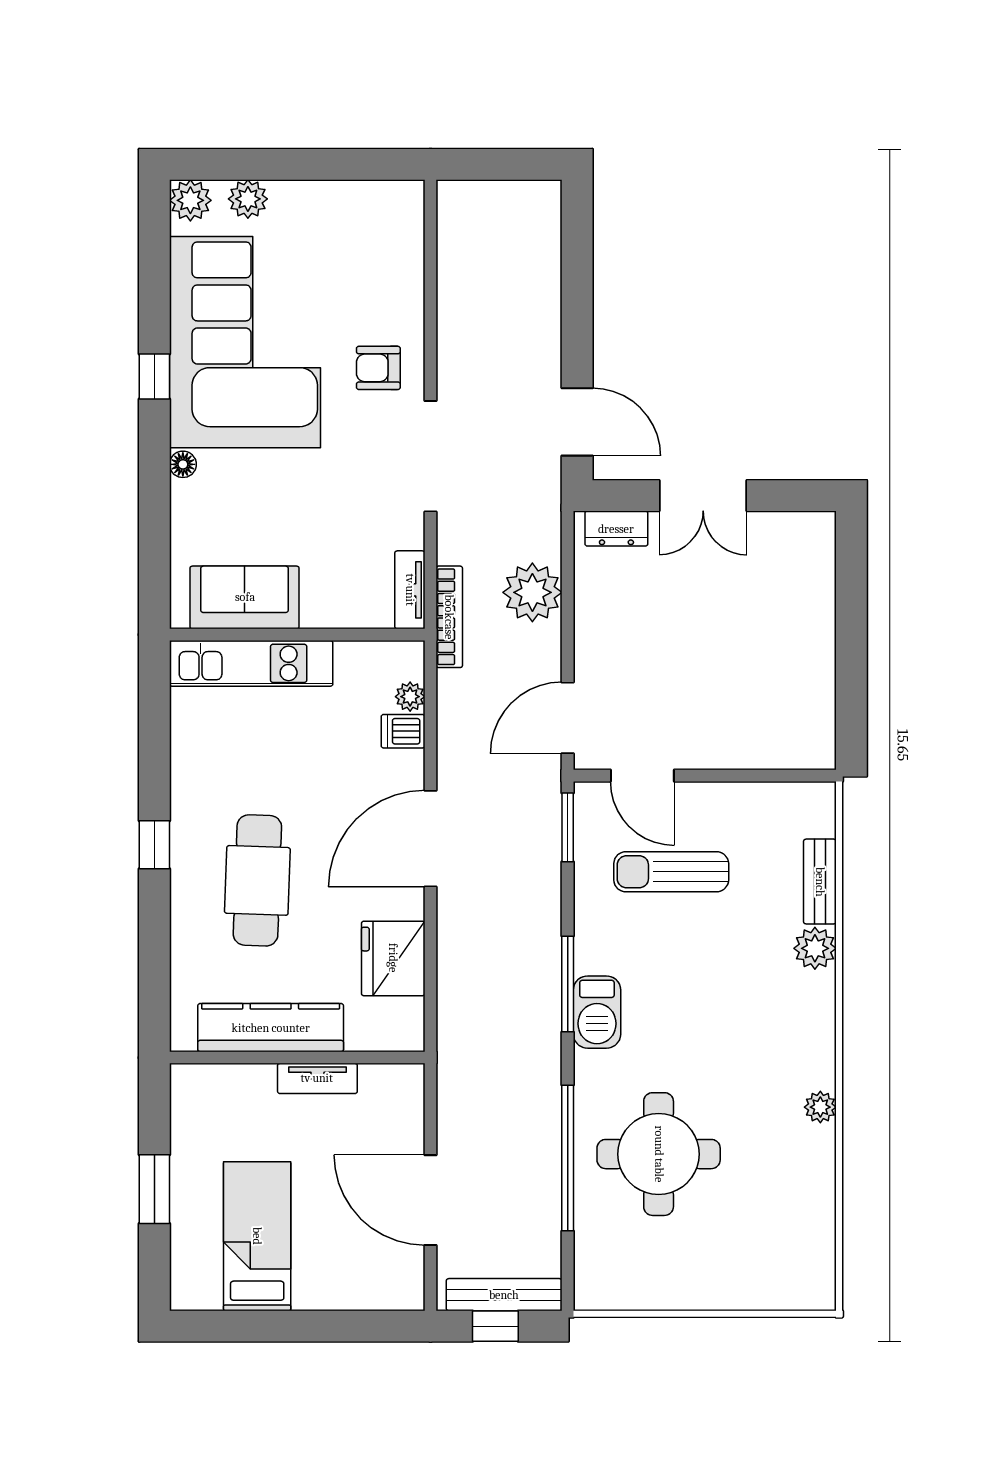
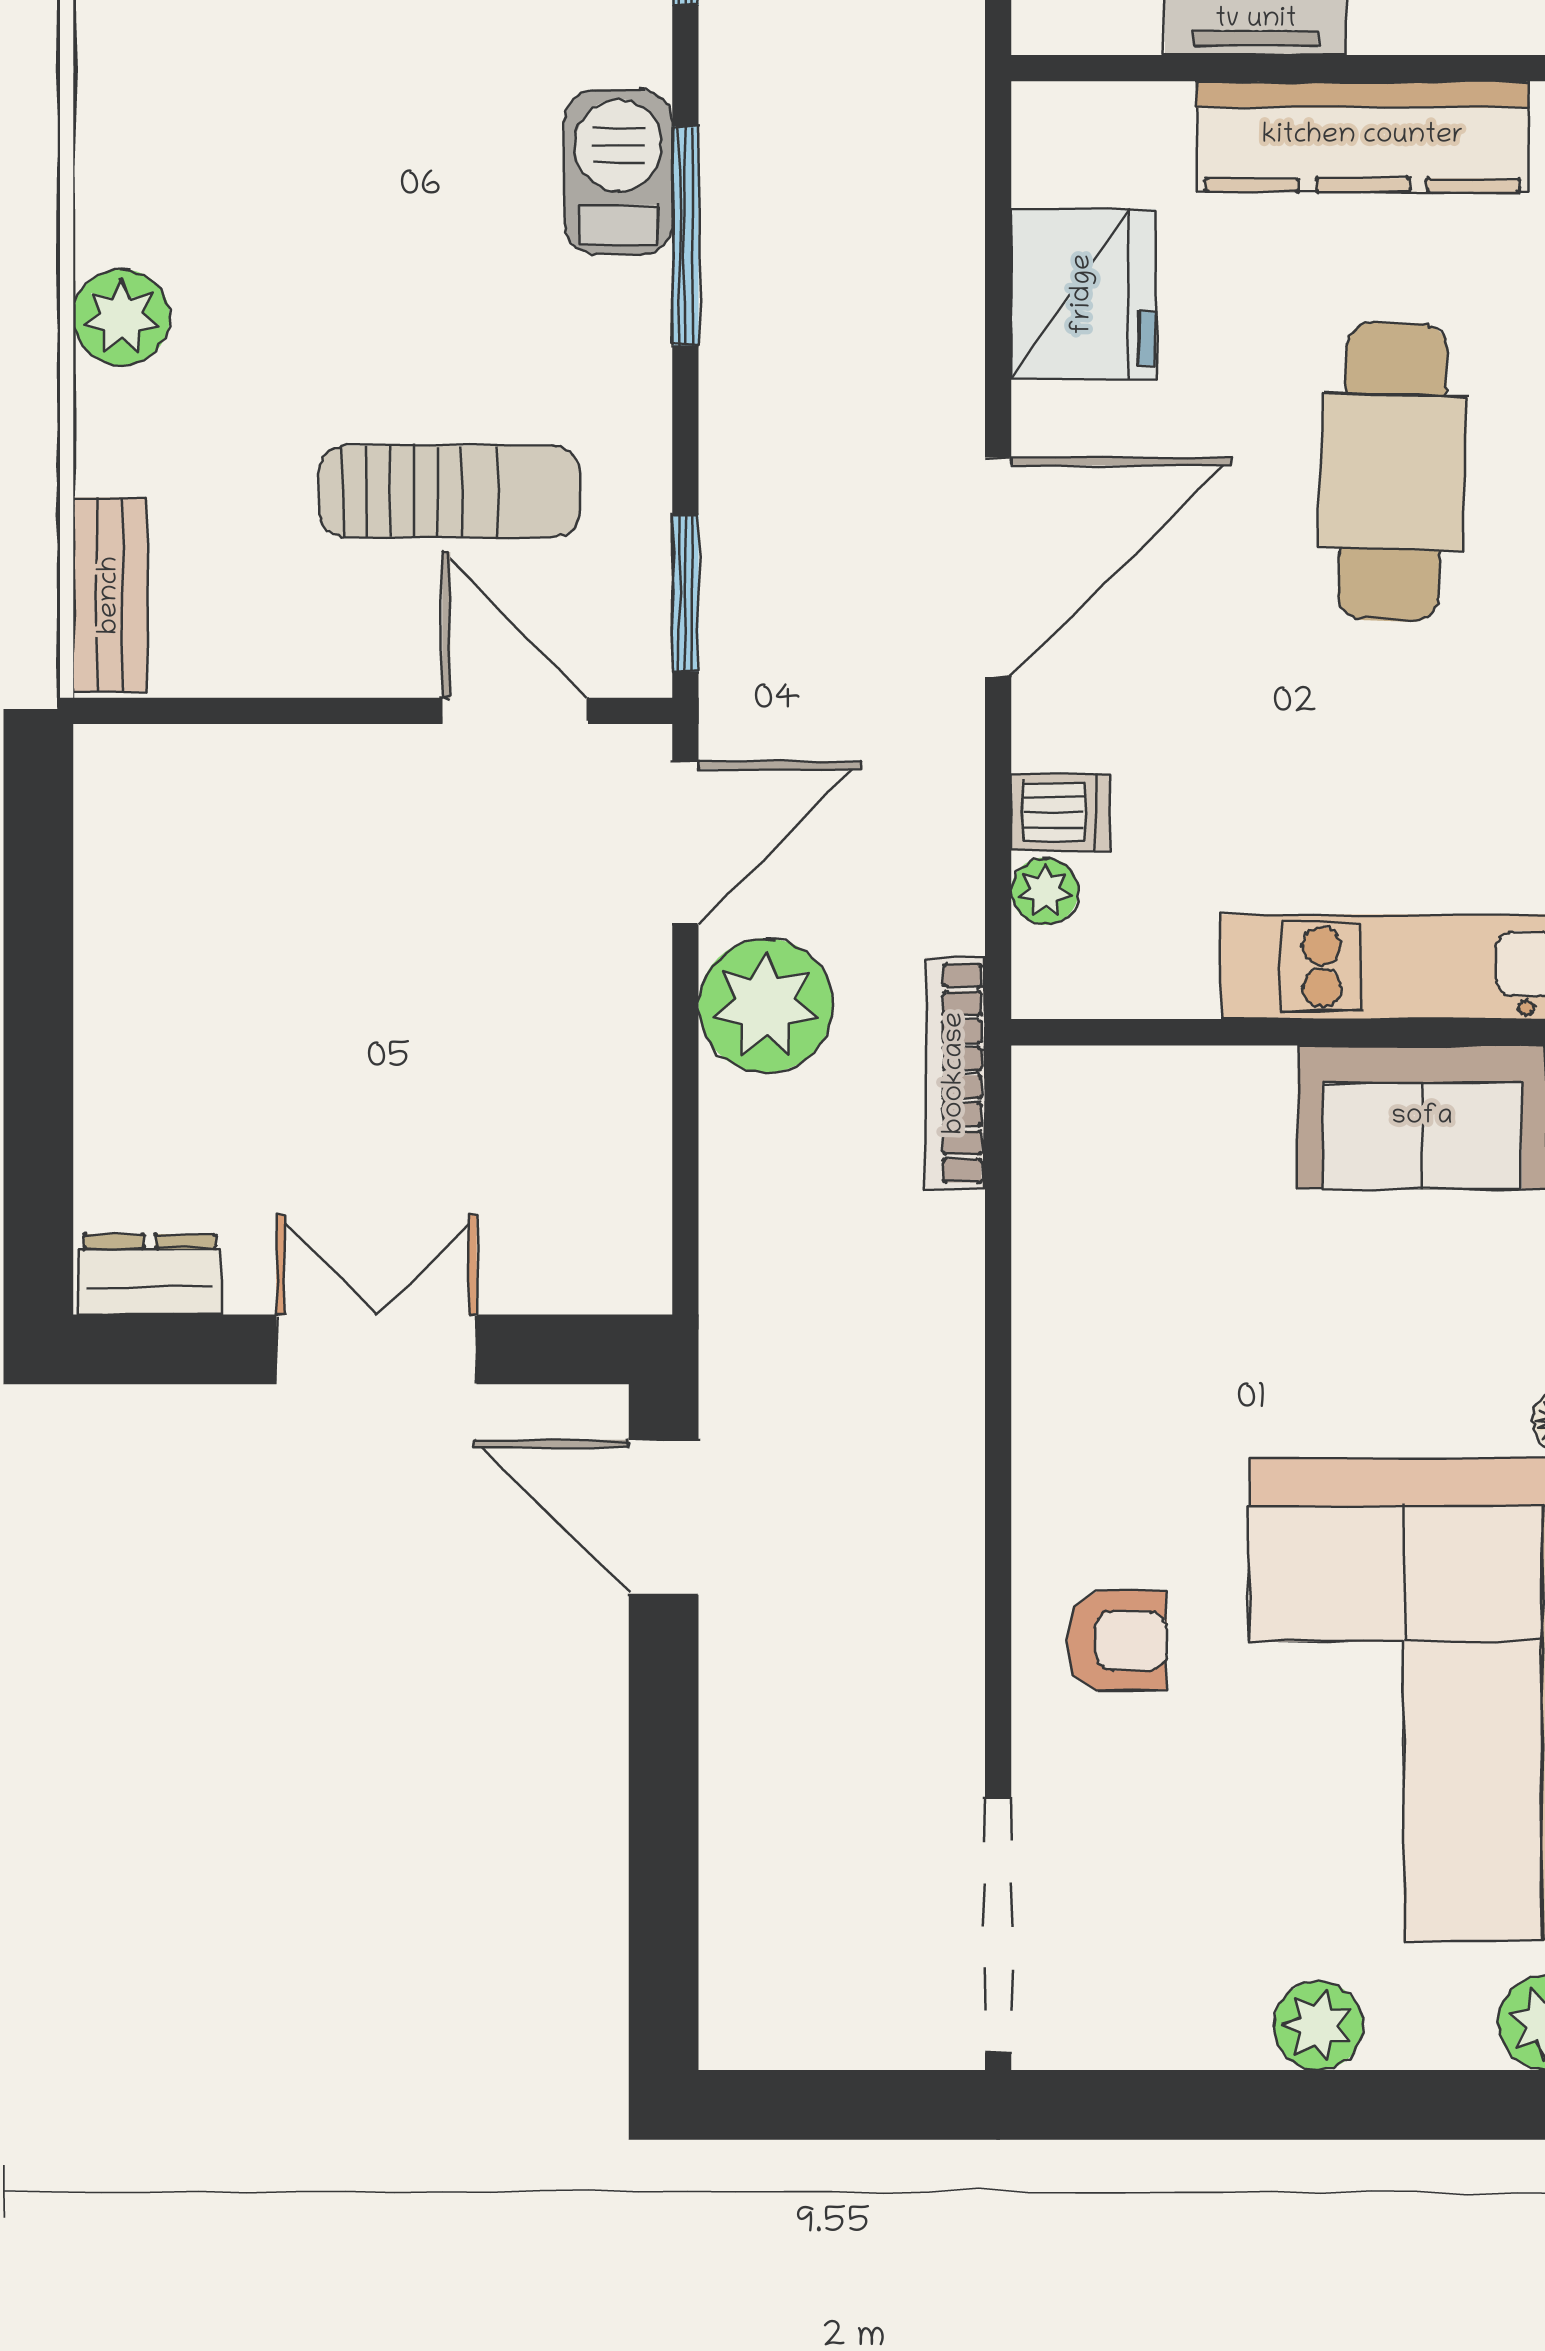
plant: (248, 199) -> (1318, 2026), moved
doorway: (431, 456) -> (998, 1926), moved
dresser: (616, 529) -> (150, 1274), moved
tv unit: (410, 590) -> (1045, 1134), removed
plant: (532, 592) -> (766, 1005), moved
bench: (820, 882) -> (110, 595), moved

